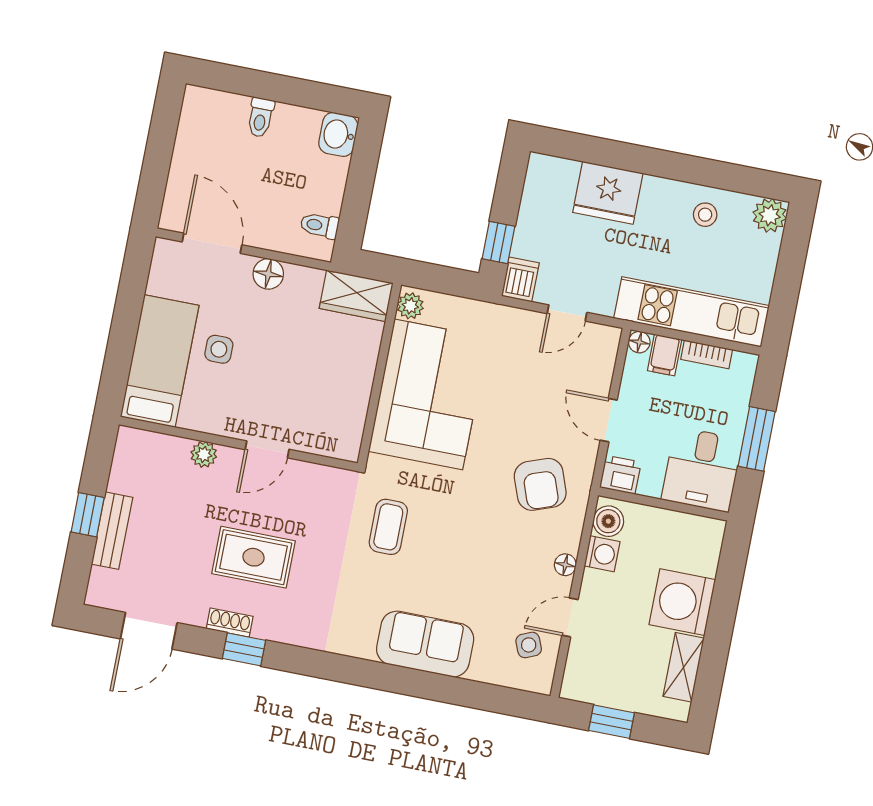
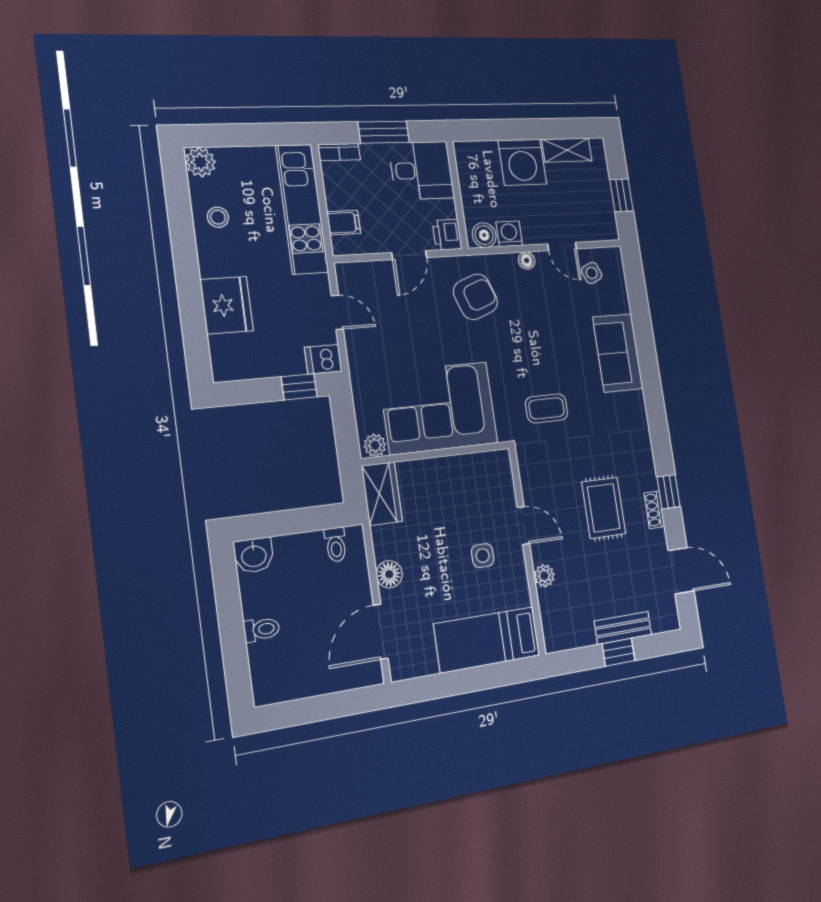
floor lamp: (639, 342) -> (340, 246), removed
side table: (219, 349) -> (483, 556), moved
bookcase: (707, 354) -> (339, 152), moved, turned 90

